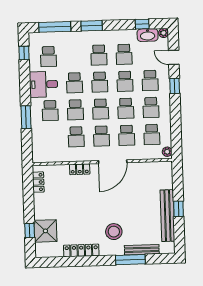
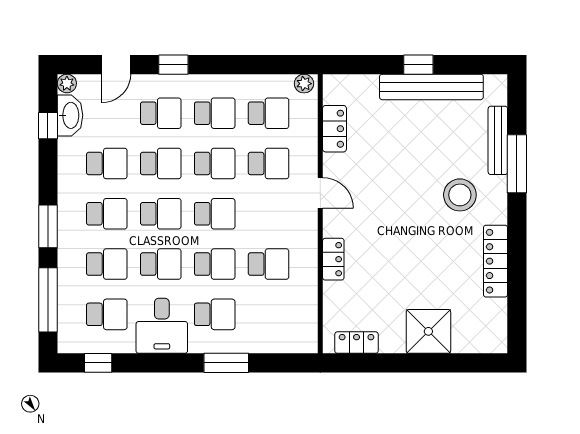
school desk: (101, 136) -> (107, 264), moved
door: (113, 162) -> (320, 193), width x0.53
locker: (145, 168) -> (334, 129), added
window: (30, 231) -> (453, 363), removed
shower: (45, 231) -> (428, 331), moved

